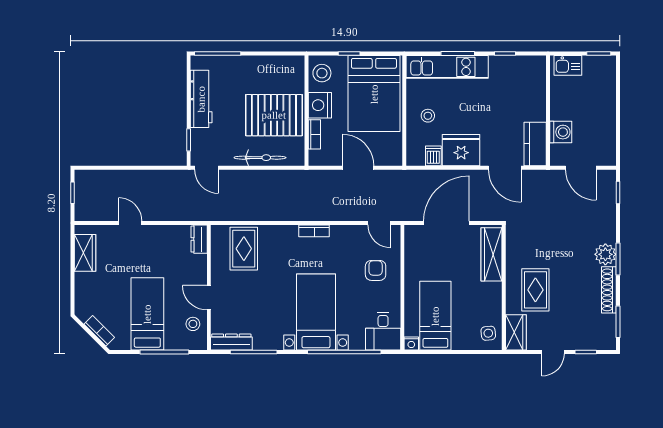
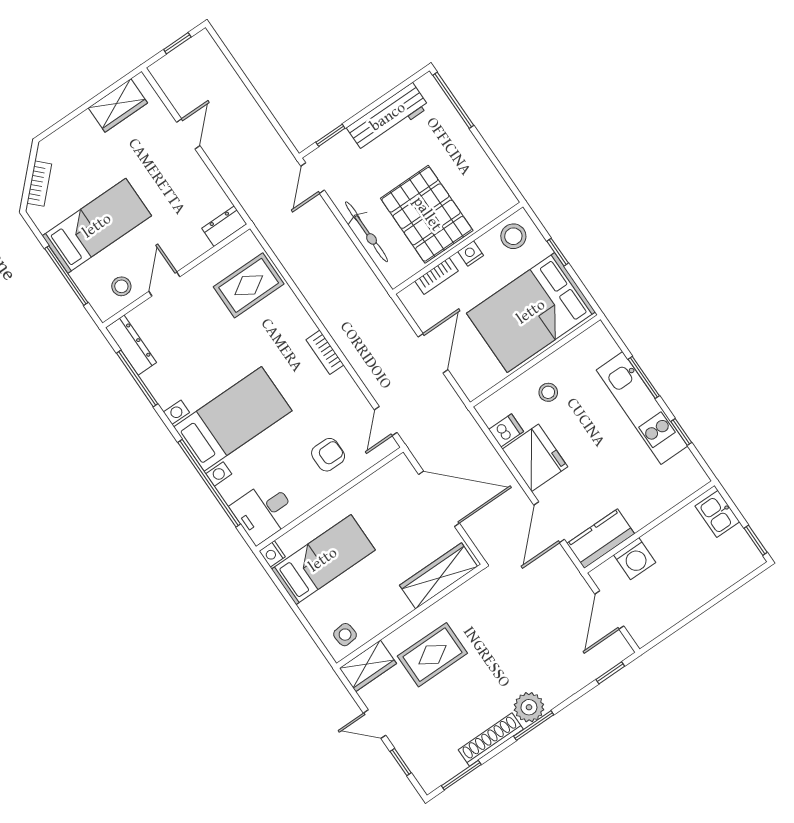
kitchen unit: (447, 67) -> (642, 408), moved
nightstand: (320, 105) -> (471, 254), width x0.53, depth x0.56

